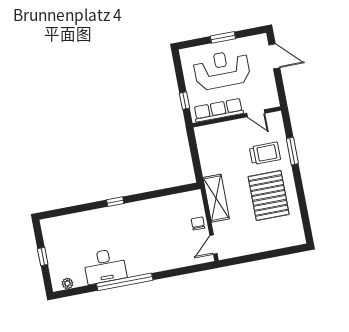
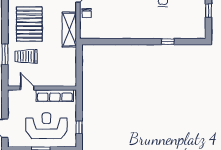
reception desk: (222, 70) -> (46, 126), turned 180
window: (185, 101) -> (79, 127), moved
window: (115, 202) -> (168, 42), moved

